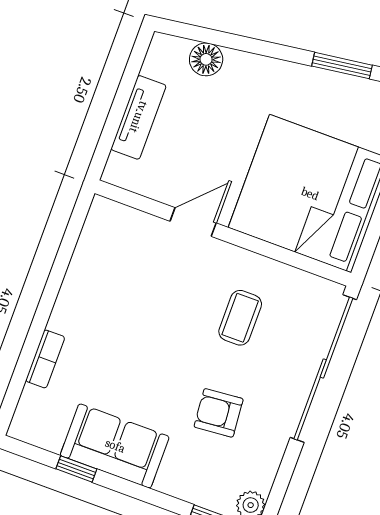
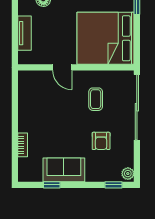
door: (193, 222) -> (62, 67), swing flipped
armchair: (219, 413) -> (101, 141), turned -85

